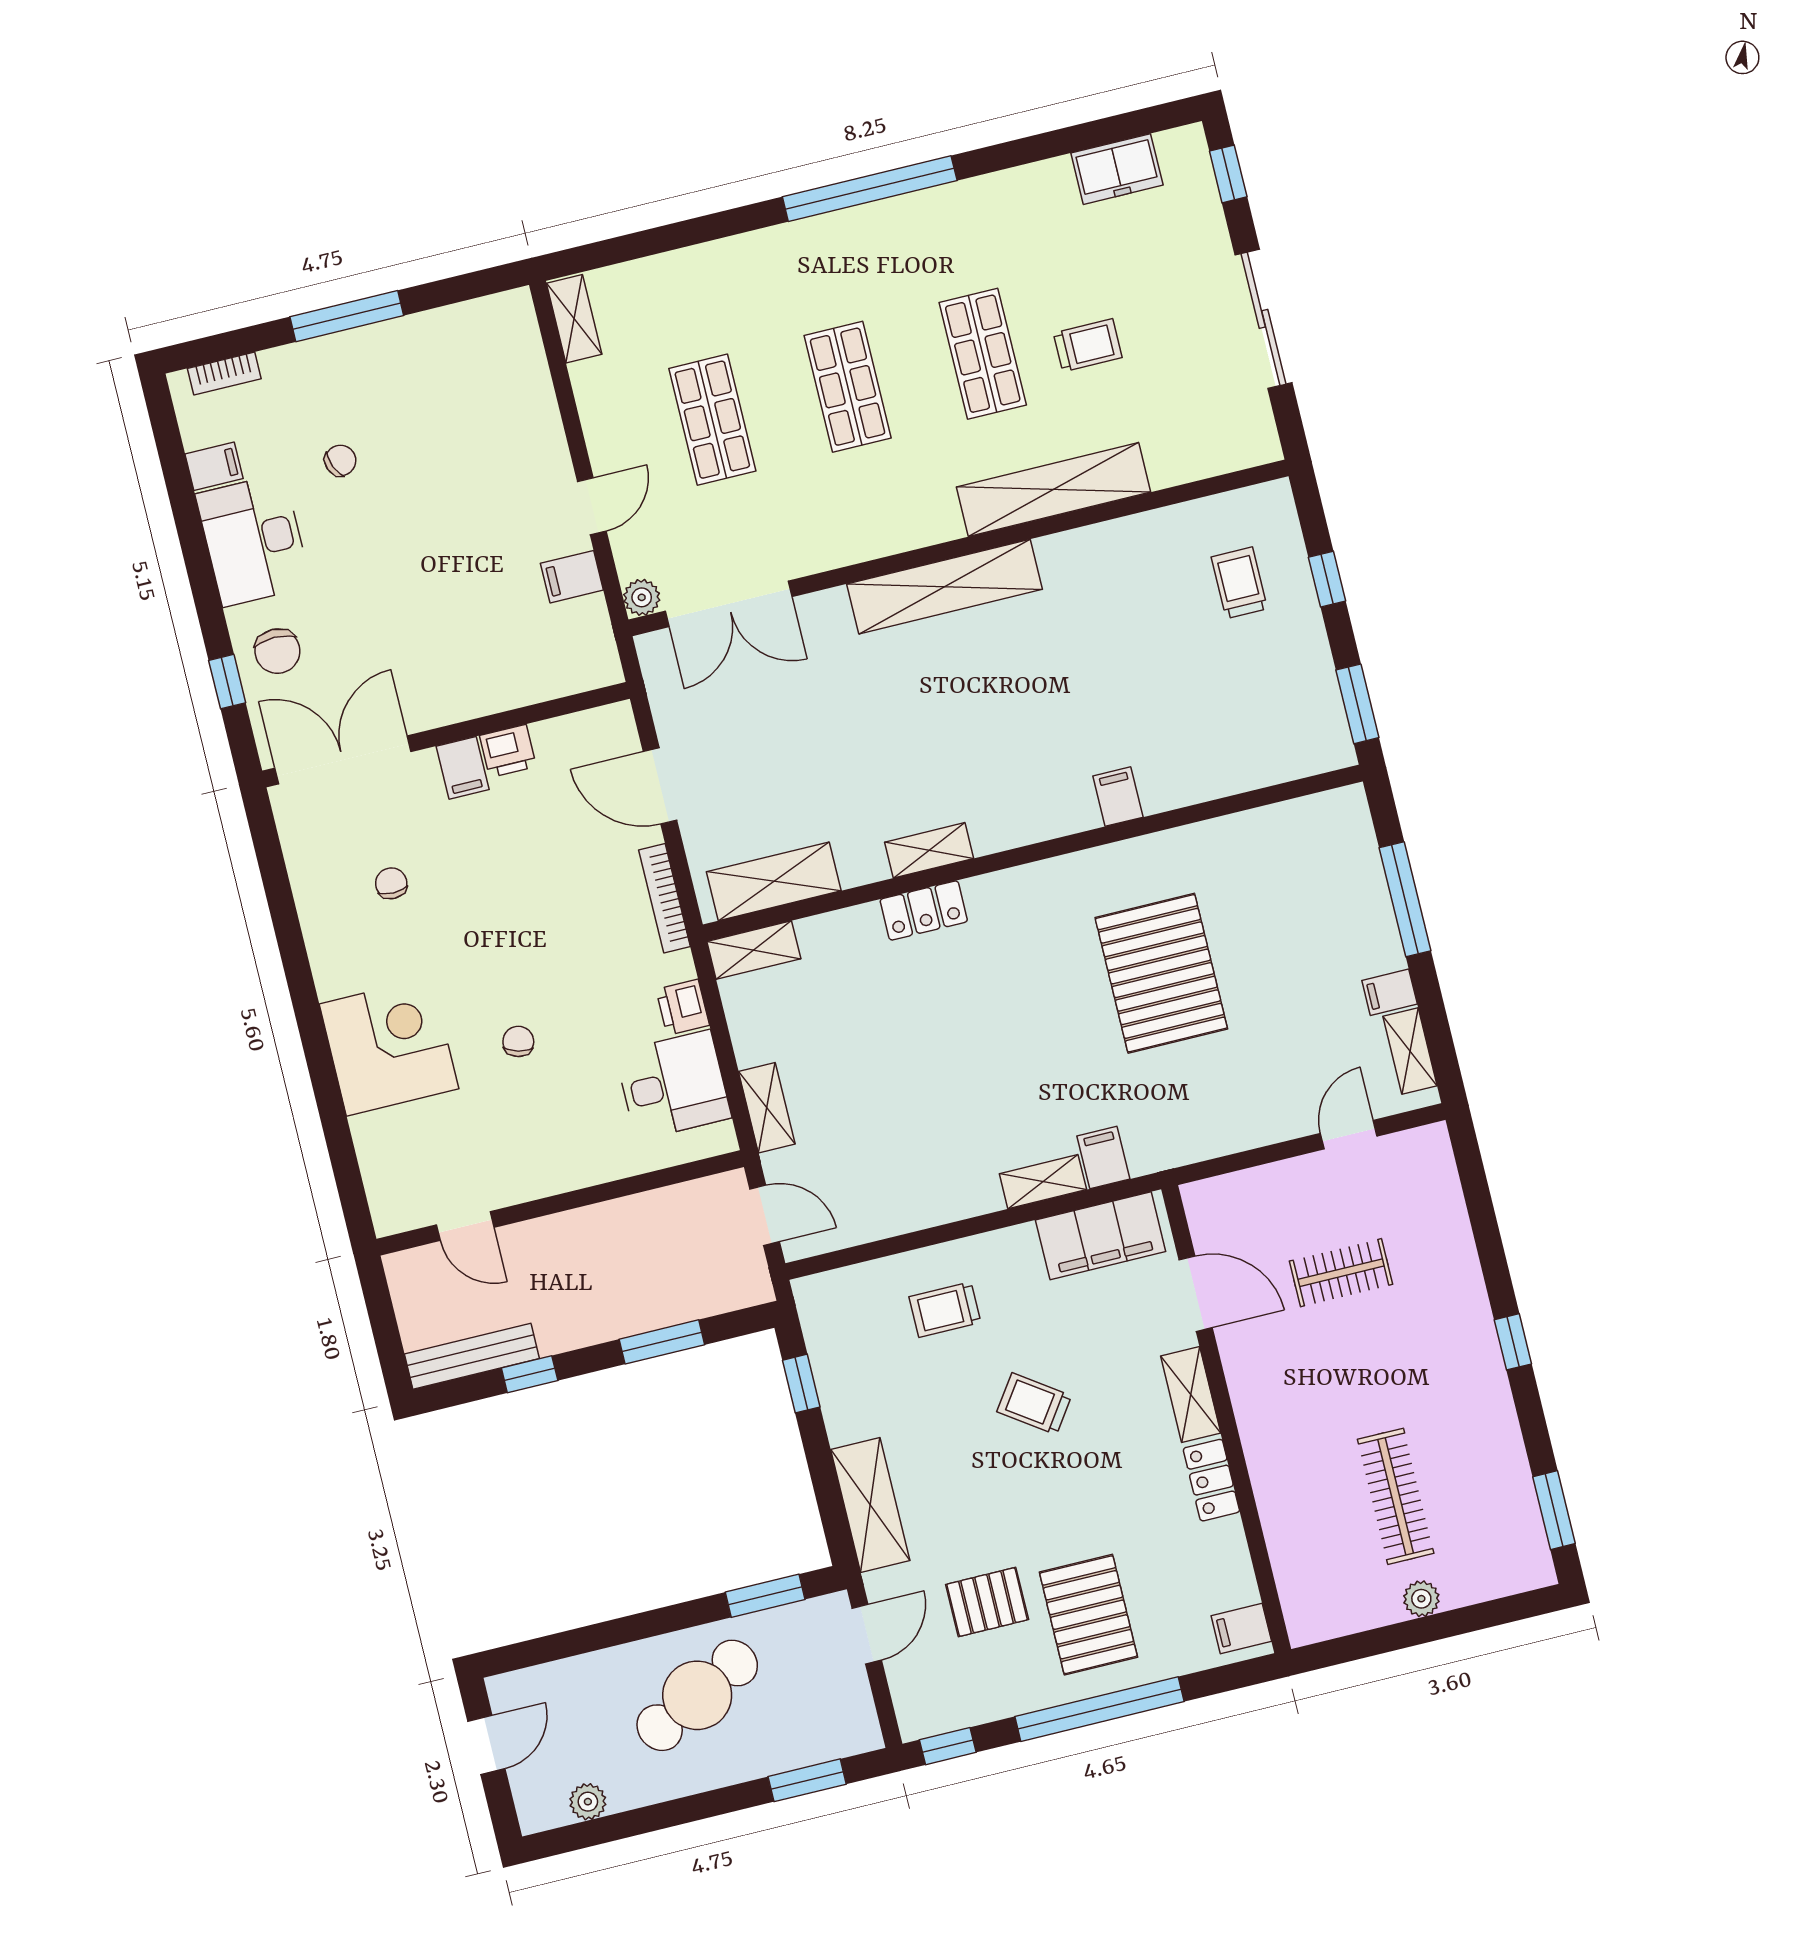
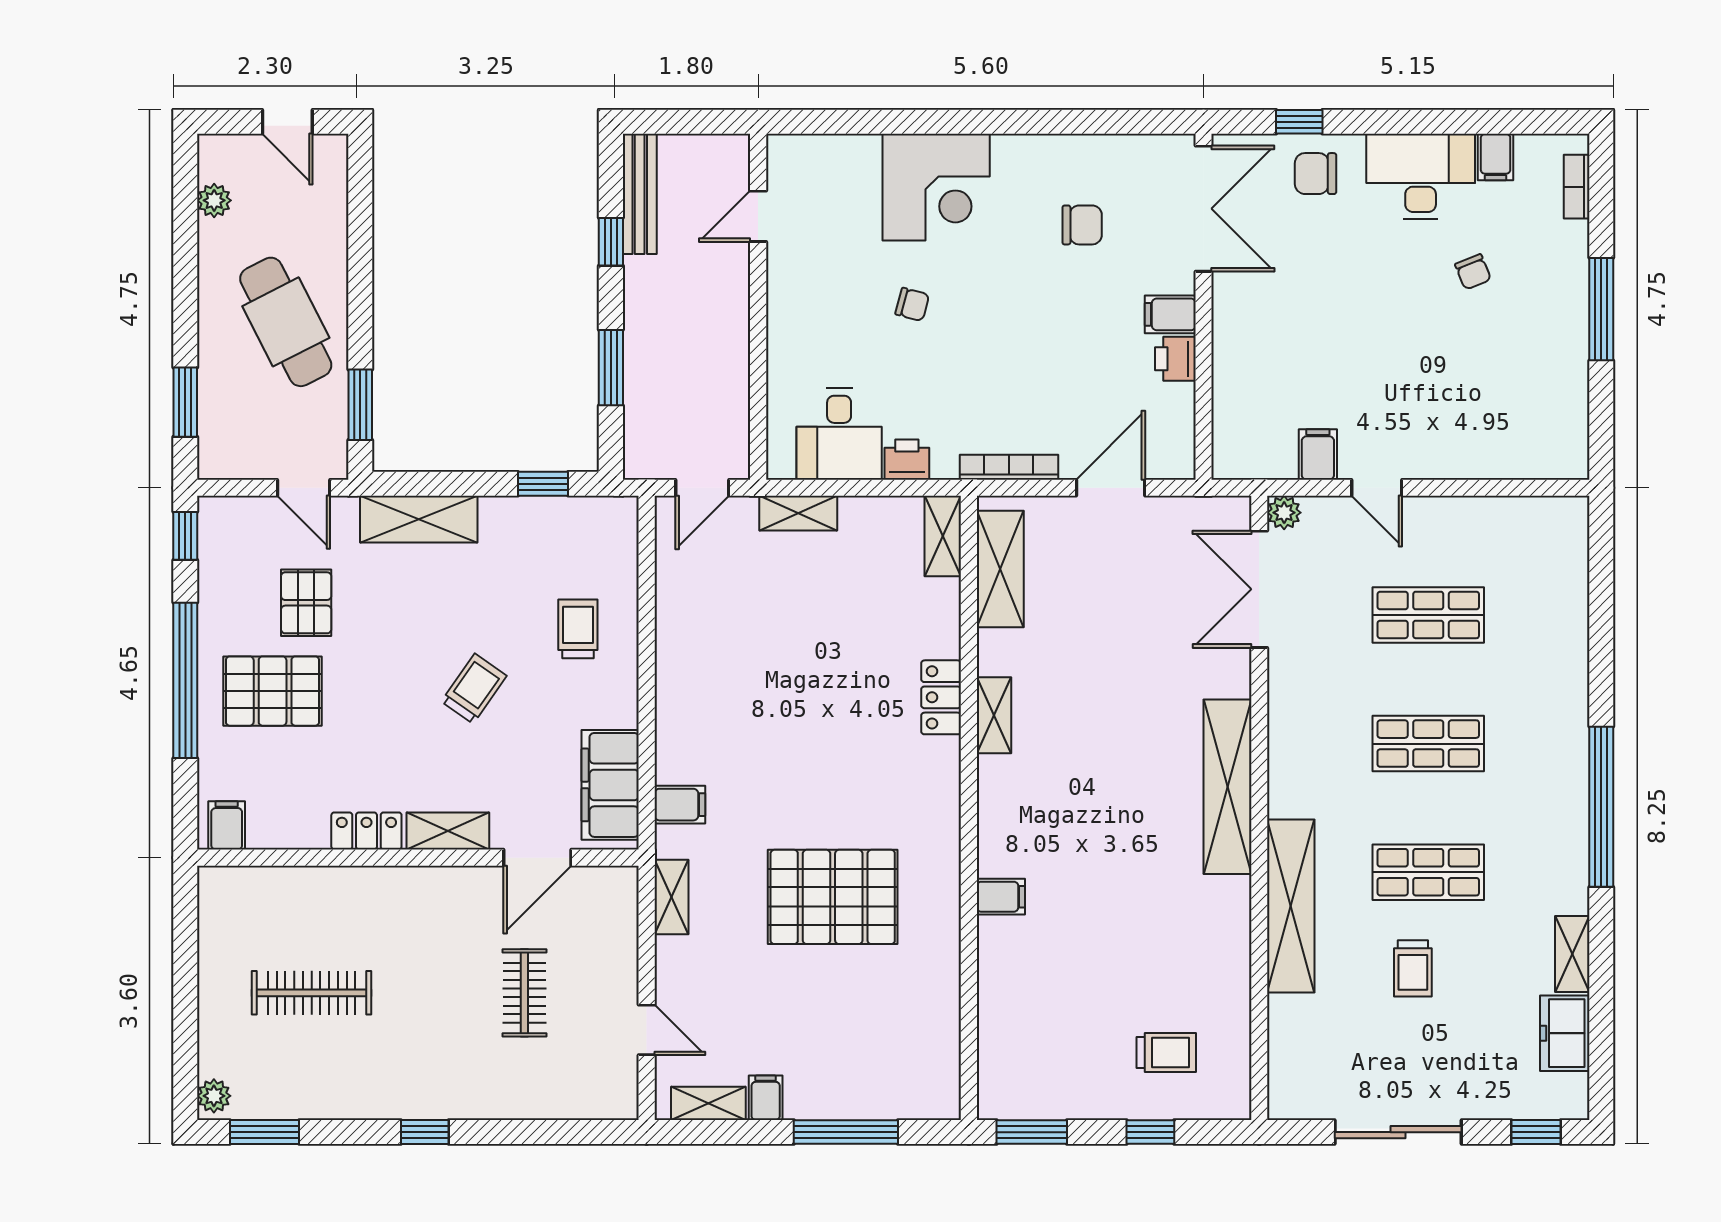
shelving: (574, 319) -> (1572, 954), moved, turned 90
chair: (391, 883) -> (1082, 225), width x1.37, depth x1.37
shelving: (1043, 1182) -> (671, 897), moved
plant: (1421, 1599) -> (214, 1096), moved

